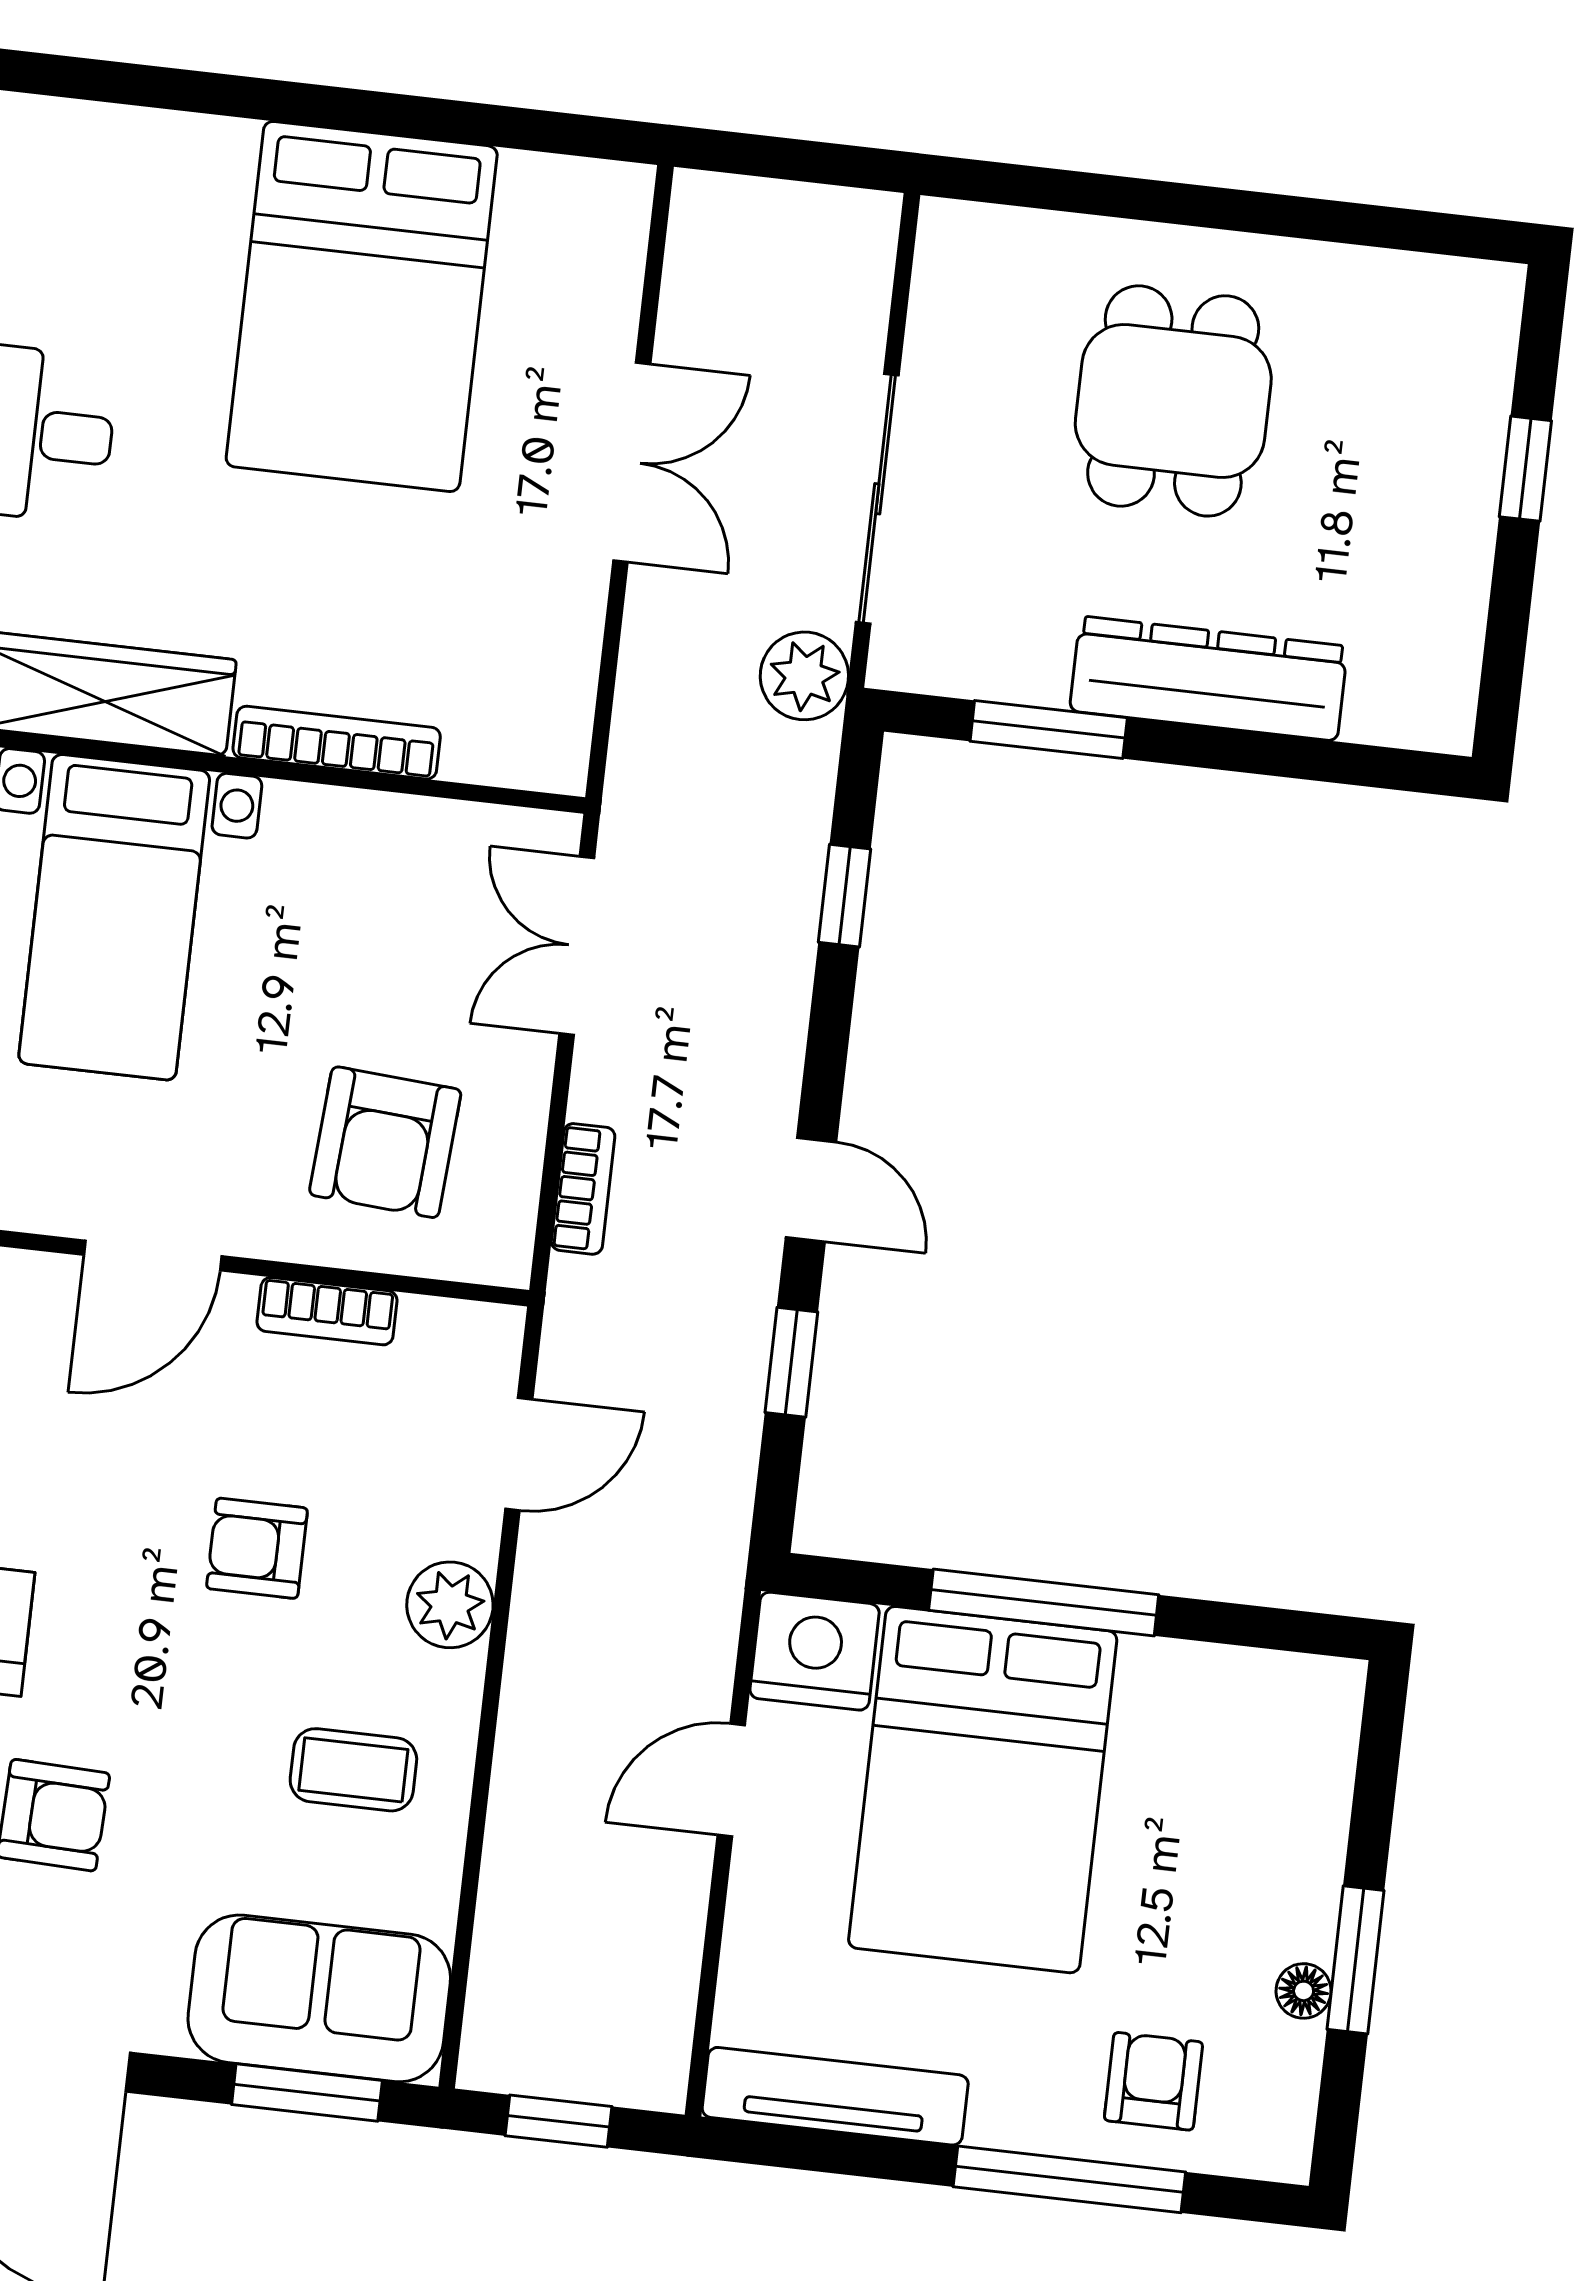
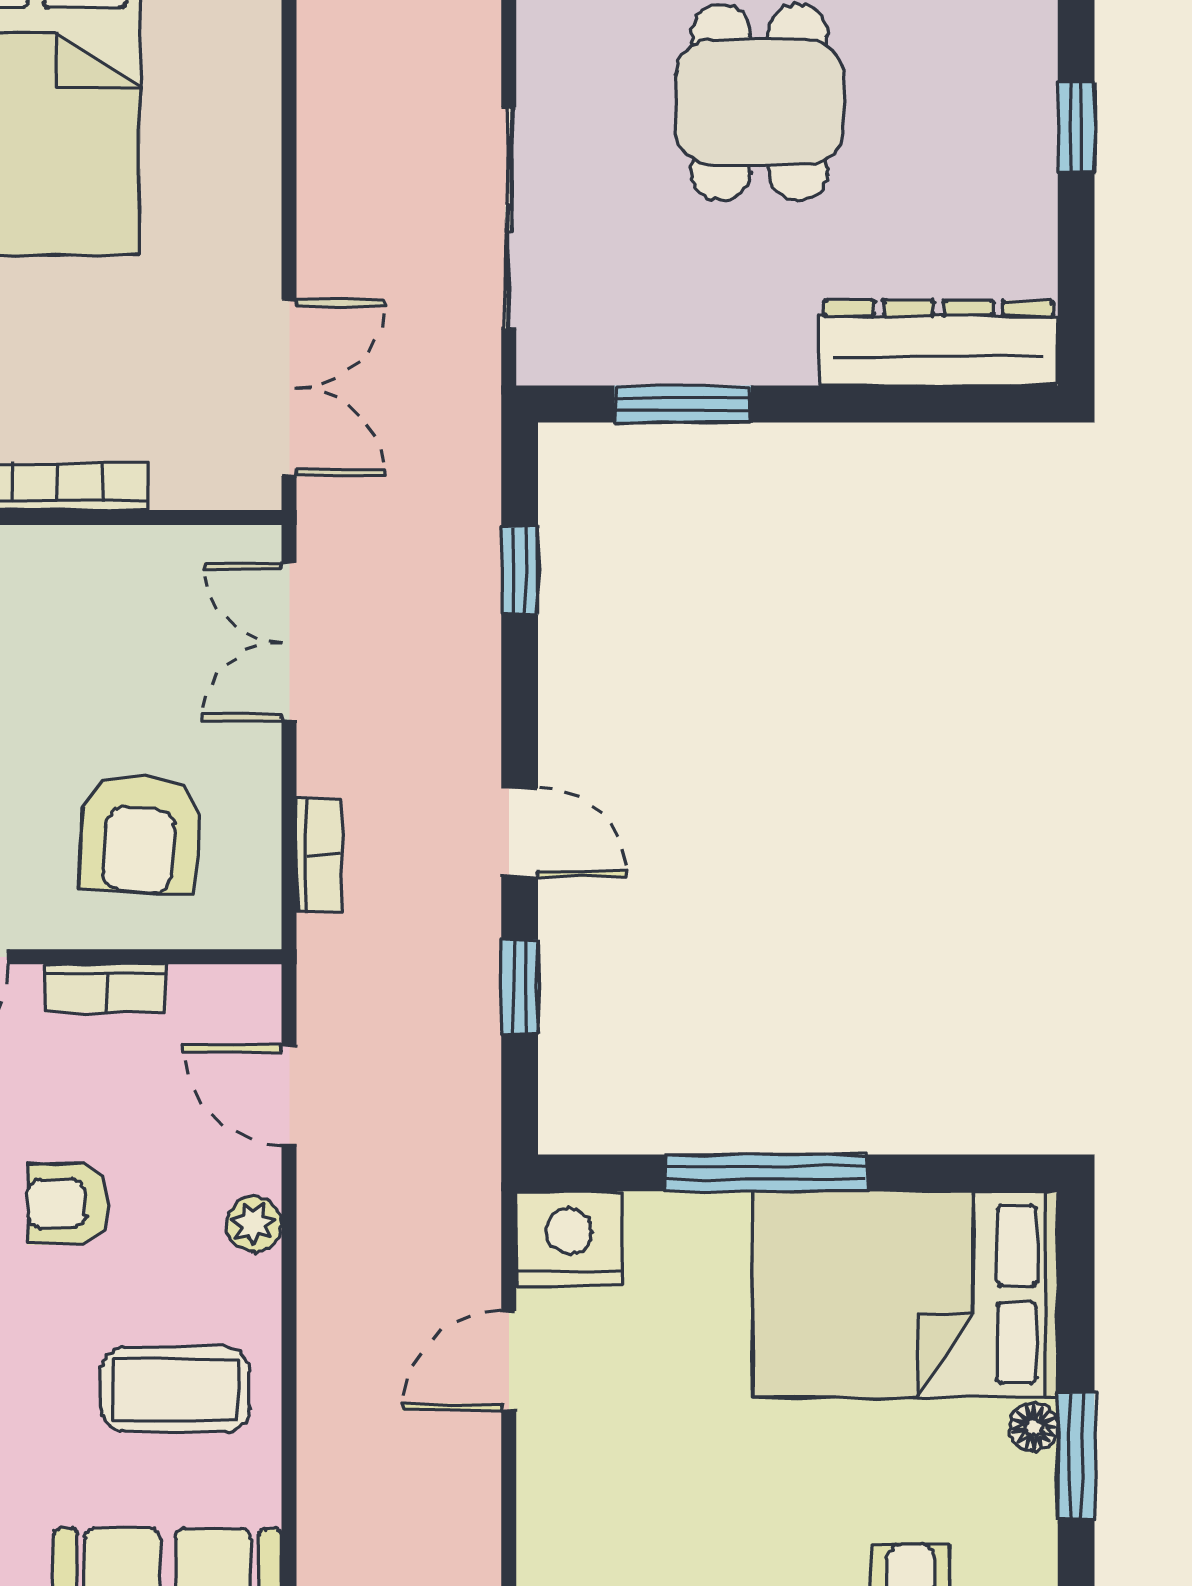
double door: (632, 462) -> (289, 388), moved
plant: (804, 676) -> (462, 381), removed
dresser: (1209, 679) -> (939, 343), moved
door: (519, 1454) -> (289, 1095), swing flipped
plant: (450, 1605) -> (254, 1224), width x0.73, depth x0.73
coffee table: (353, 1770) -> (175, 1389), width x1.36, depth x1.30
bed: (983, 1790) -> (905, 1294), moved, turned 90
floor lamp: (1304, 1991) -> (1034, 1427), moved

